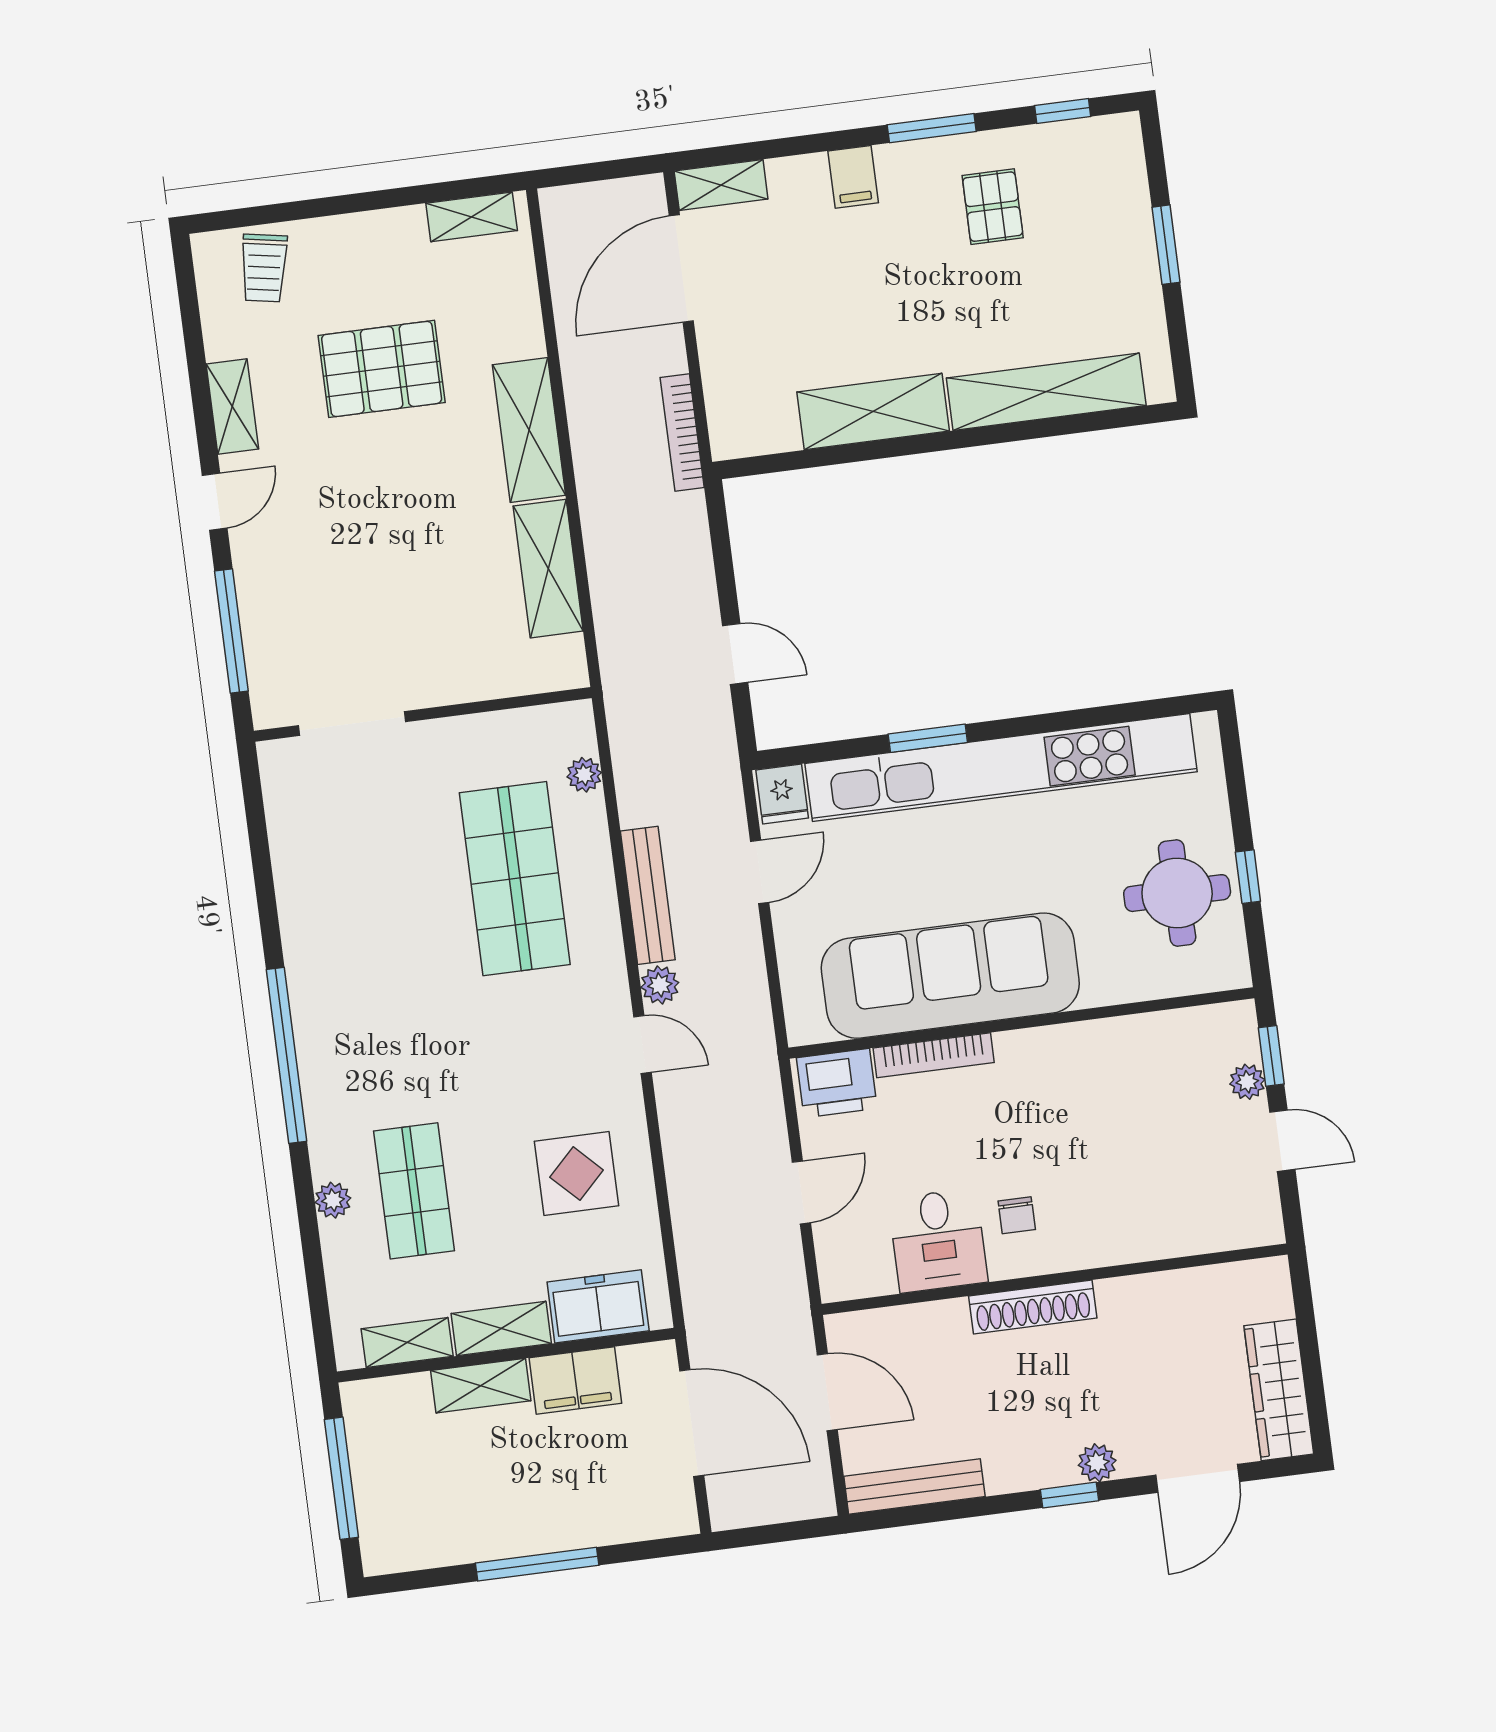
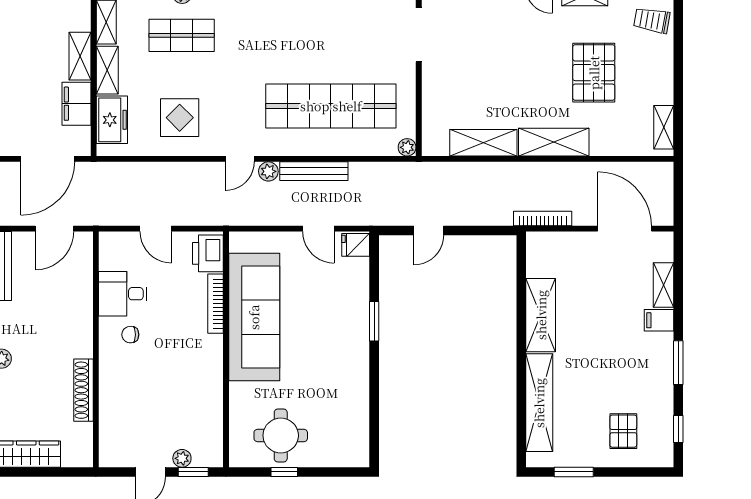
shelving: (721, 185) -> (664, 285), moved
pallet: (993, 207) -> (623, 431), moved, turned 90
window: (1166, 245) -> (574, 472), moved
kitchen unit: (1001, 768) -> (355, 356), removed
plant: (584, 775) -> (407, 147), moved
shop shelf: (515, 879) -> (331, 106), width x1.40
shoe rack: (1033, 1307) -> (83, 390), moved

